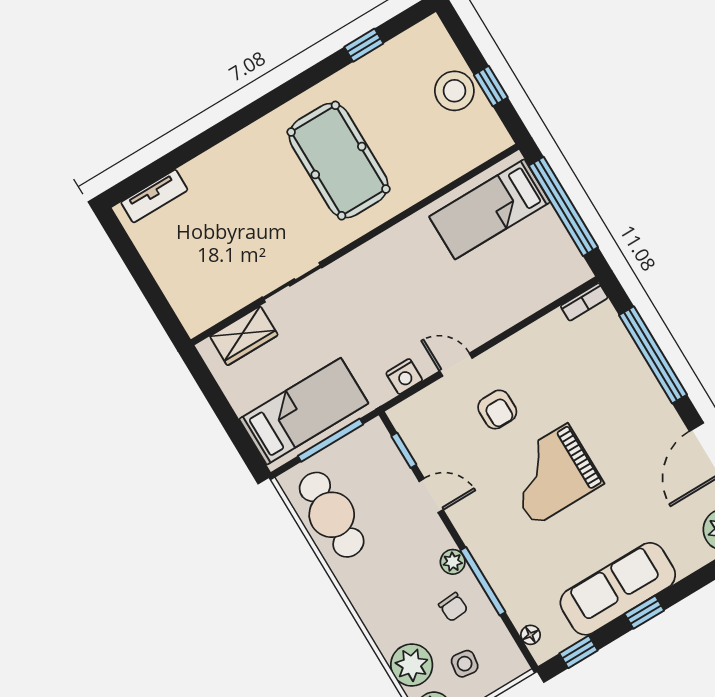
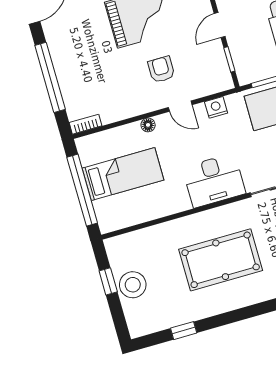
pool table: (339, 161) -> (221, 260), turned 90
bed: (490, 209) -> (123, 174), moved
desk: (379, 271) -> (214, 180), added
floor lamp: (495, 325) -> (148, 125), added
door: (431, 496) -> (220, 25), hinge flipped

